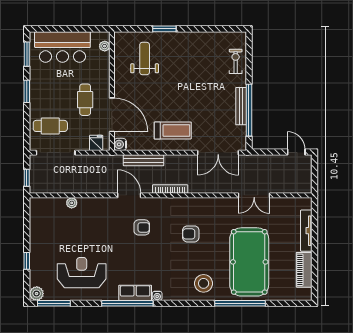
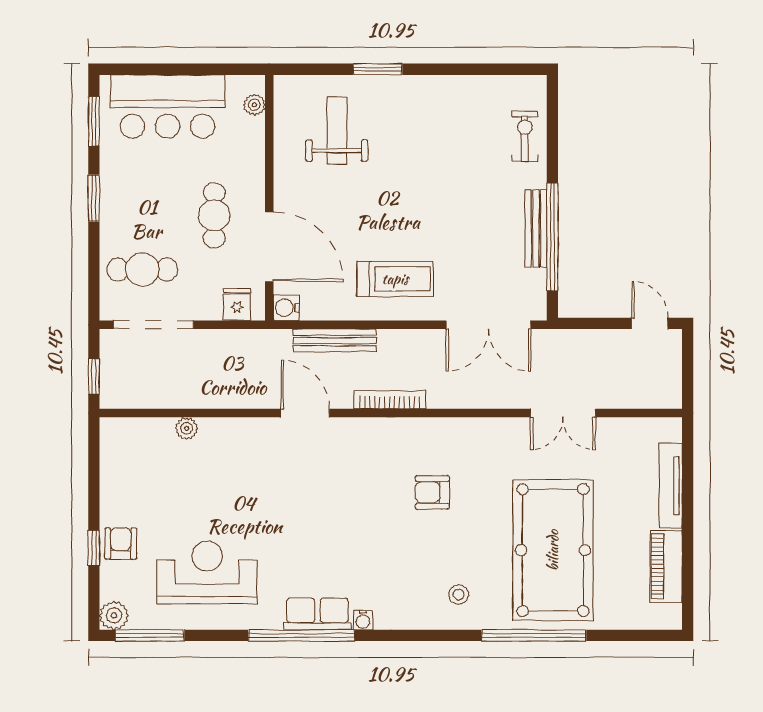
armchair: (142, 227) -> (121, 544), moved, turned -90
stool: (204, 283) -> (459, 595), width x0.53, depth x0.53

